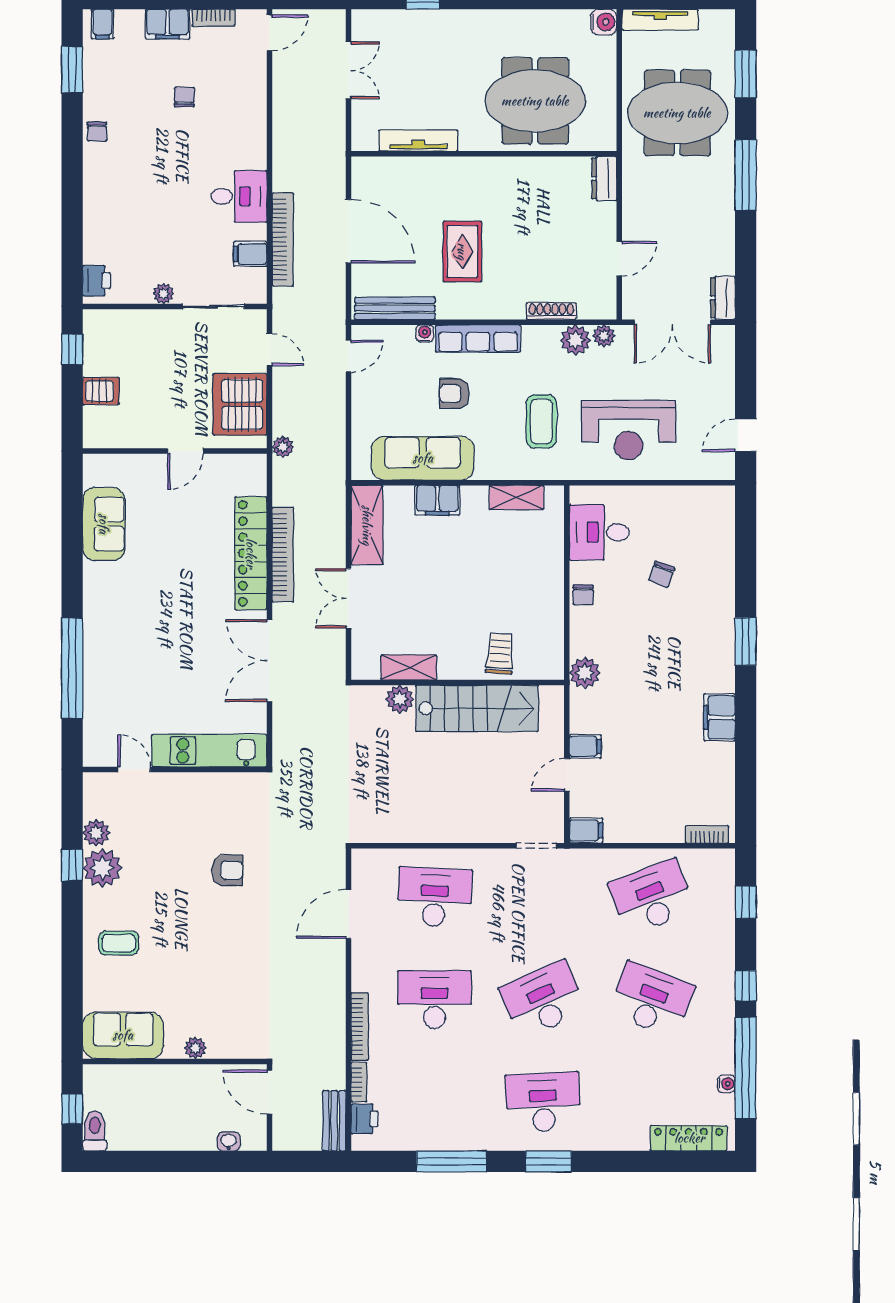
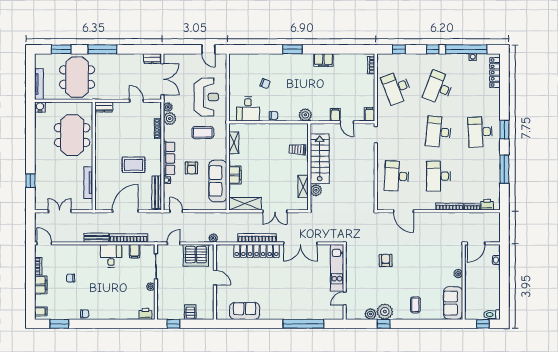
desk: (543, 1000) -> (438, 132), turned 30
bench: (334, 1121) -> (96, 238), moved

